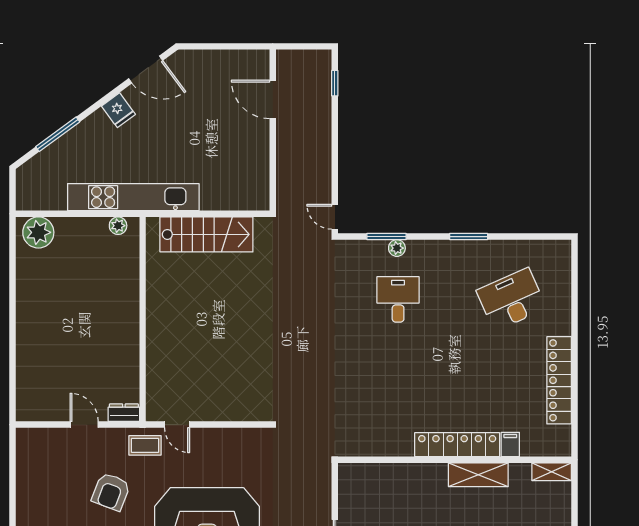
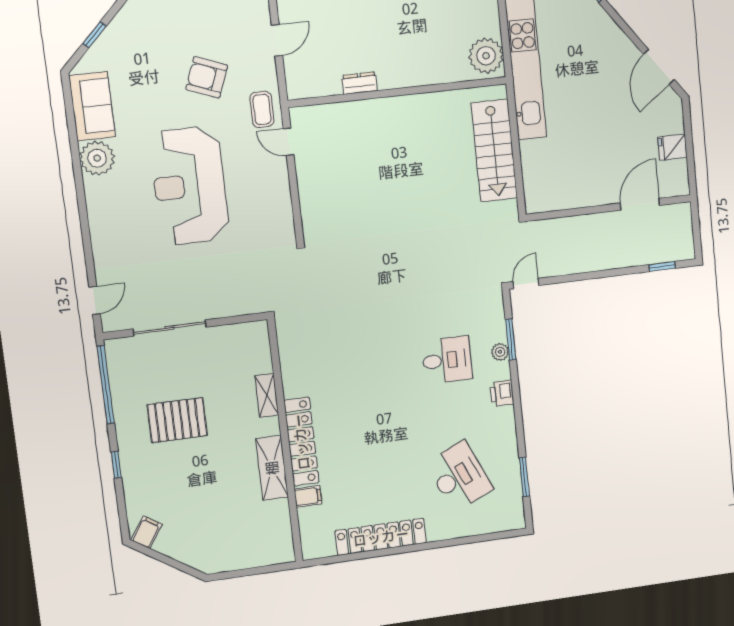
fridge: (118, 110) -> (672, 147), moved, turned 36
plant: (118, 226) -> (486, 56), width x1.88, depth x1.88
window: (469, 237) -> (524, 477), moved
printer: (437, 250) -> (502, 393), added
dresser: (124, 413) -> (360, 83), moved, turned -90
door: (177, 425) -> (289, 142), hinge flipped
shelving: (552, 472) -> (267, 395), moved

